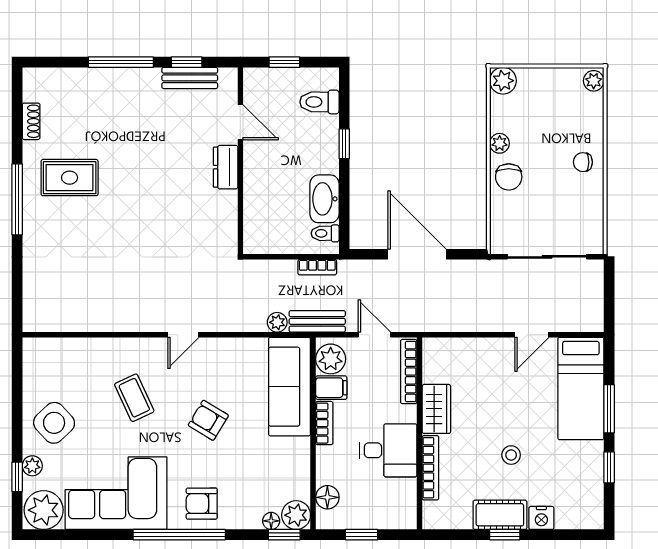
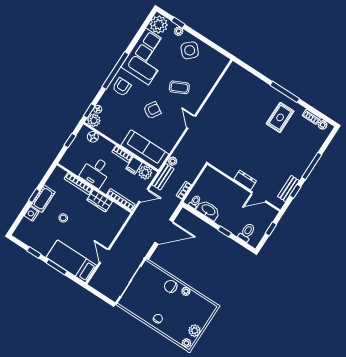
plant: (503, 81) -> (195, 331), moved
plant: (33, 91) -> (323, 125), added

